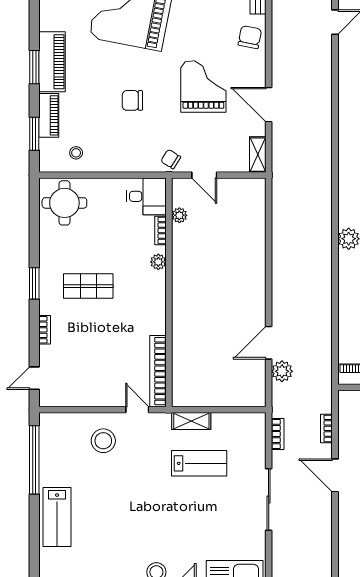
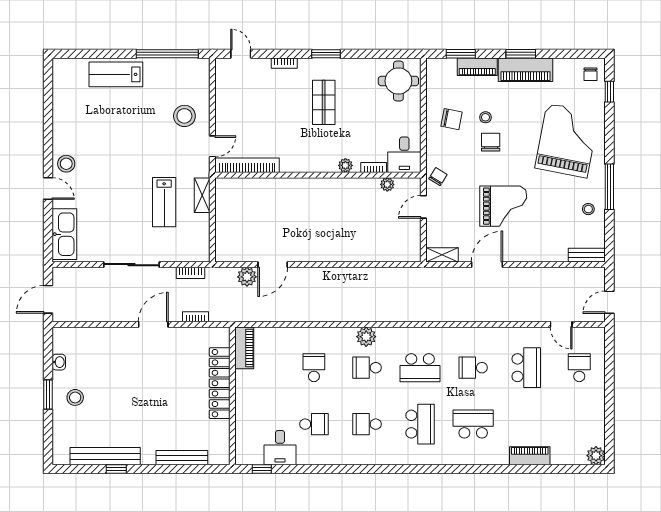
chair: (250, 37) -> (451, 119), moved
stool: (76, 153) -> (485, 117), moved
door: (269, 343) -> (273, 265), swing flipped

